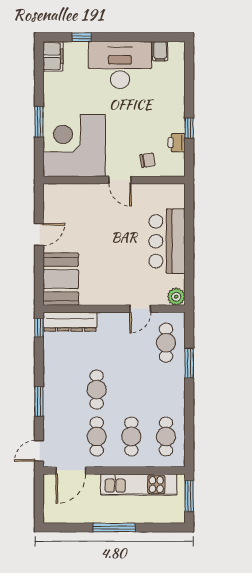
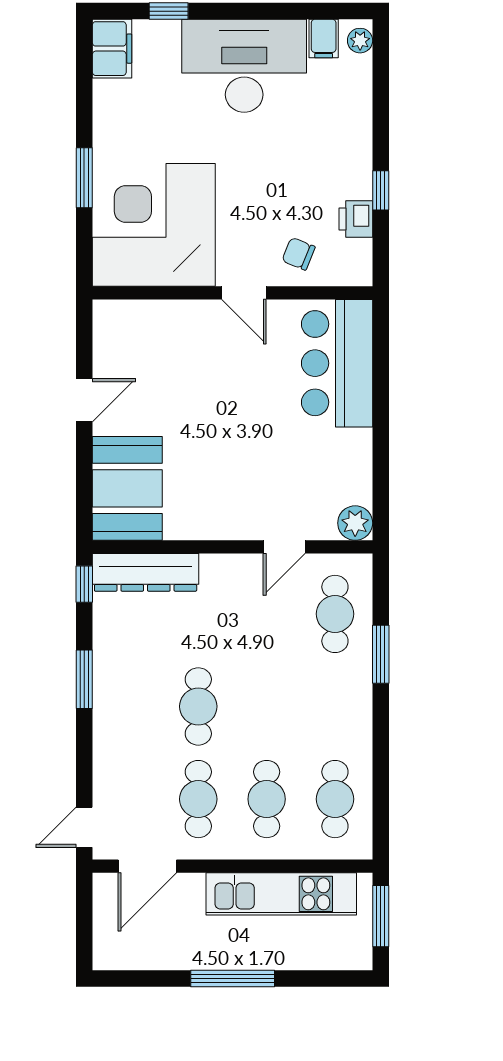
plant: (179, 52) -> (360, 41), added
chair: (148, 160) -> (299, 254), turned -149
bar counter: (167, 241) -> (337, 363), moved
window: (39, 401) -> (84, 679), moved

